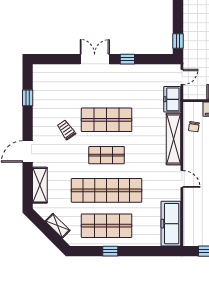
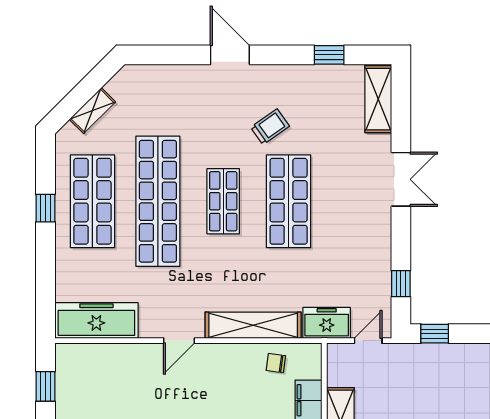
window: (127, 59) -> (401, 284), moved
door: (182, 77) -> (368, 341), swing flipped
shelving: (40, 185) -> (378, 99), moved, turned 90

